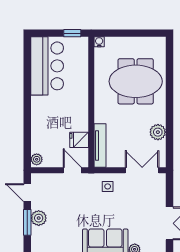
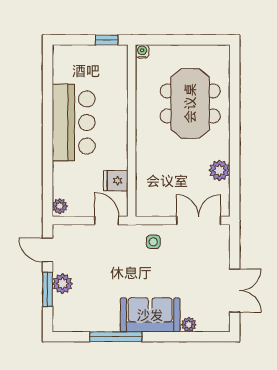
bar counter: (47, 66) -> (74, 122), moved
meeting table: (136, 81) -> (190, 103), turned 90
tv unit: (100, 145) -> (143, 188), removed

